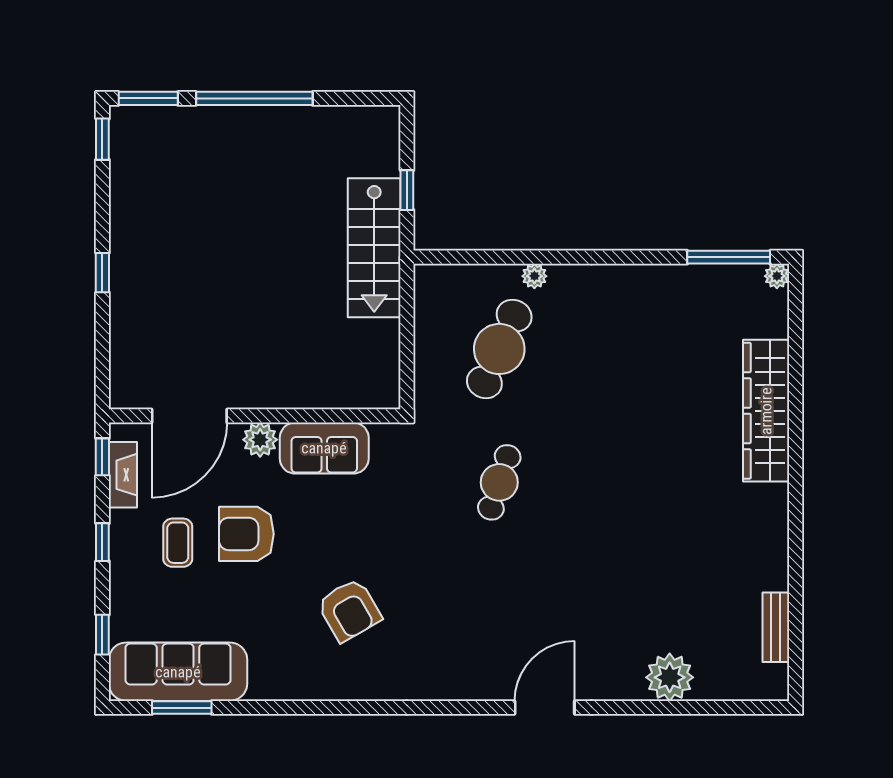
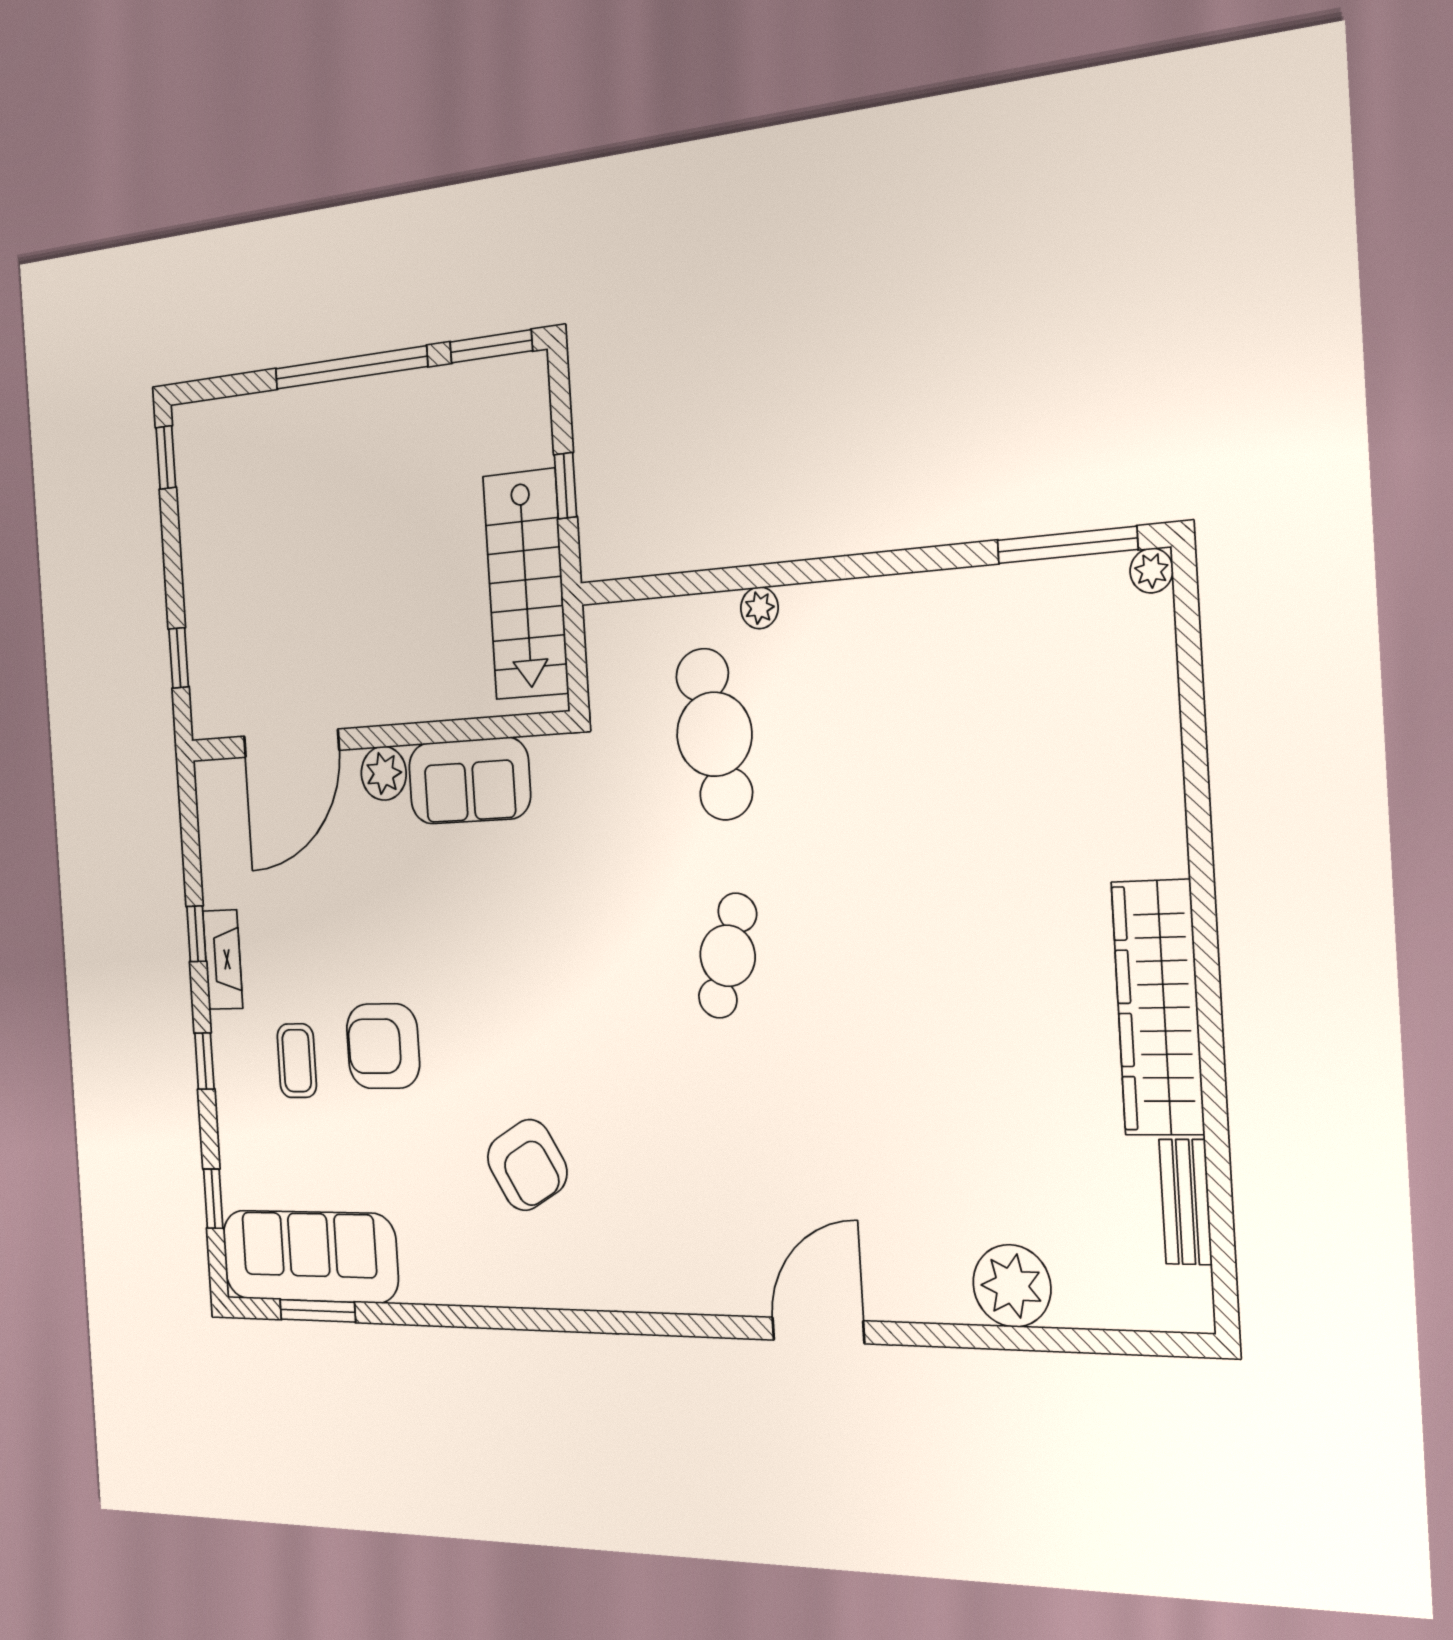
window: (148, 98) -> (491, 346), moved
cafe table: (499, 349) -> (714, 734), turned -33
wardrobe: (766, 411) -> (1158, 1008), moved
door: (189, 416) -> (291, 743), moved
wall: (255, 416) -> (374, 737), moved
plant: (260, 440) -> (384, 773), moved
sofa: (324, 448) -> (469, 781), moved

